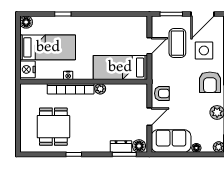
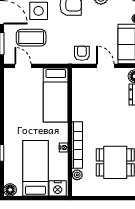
door: (149, 46) -> (23, 66), moved
plant: (100, 89) -> (77, 175), moved

